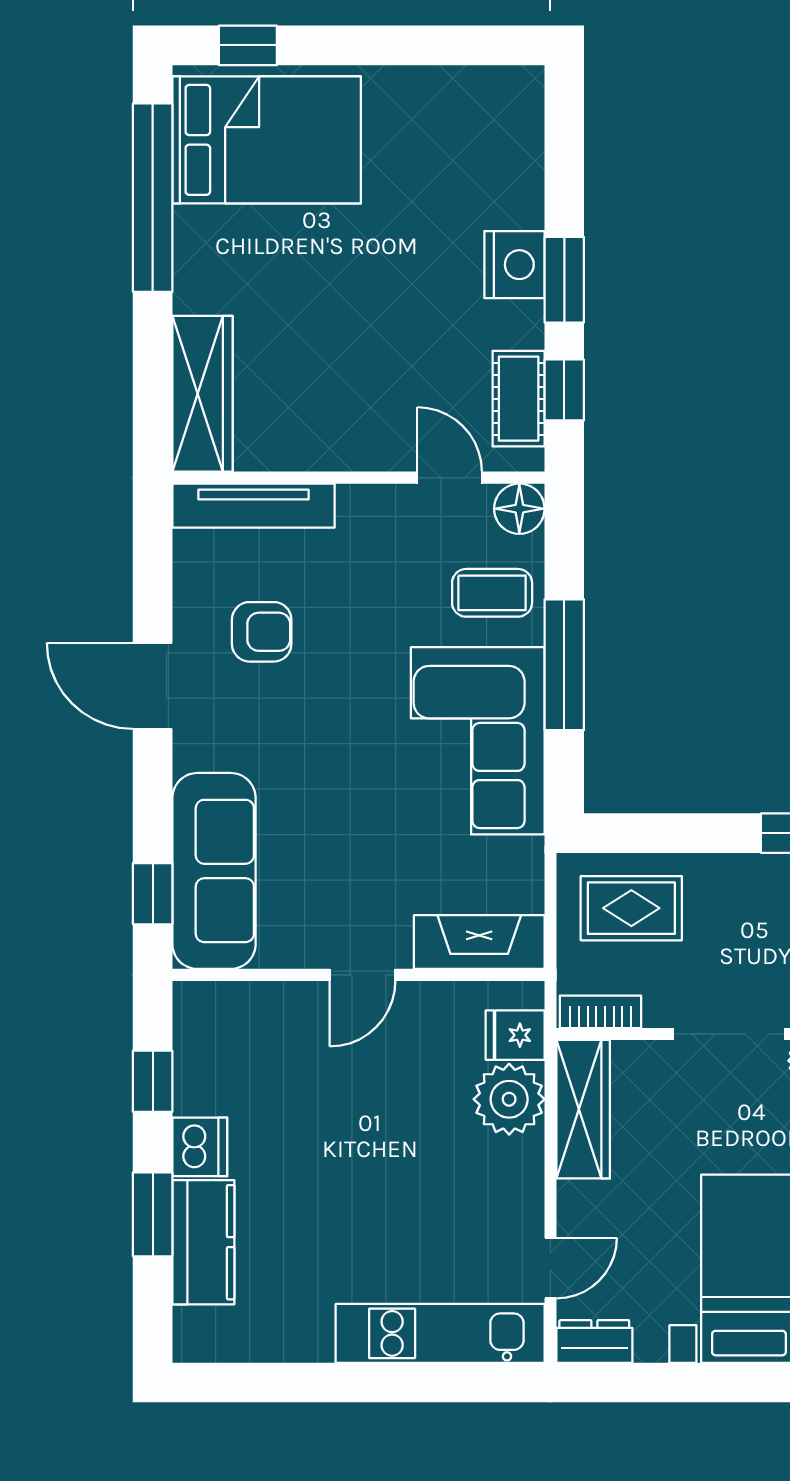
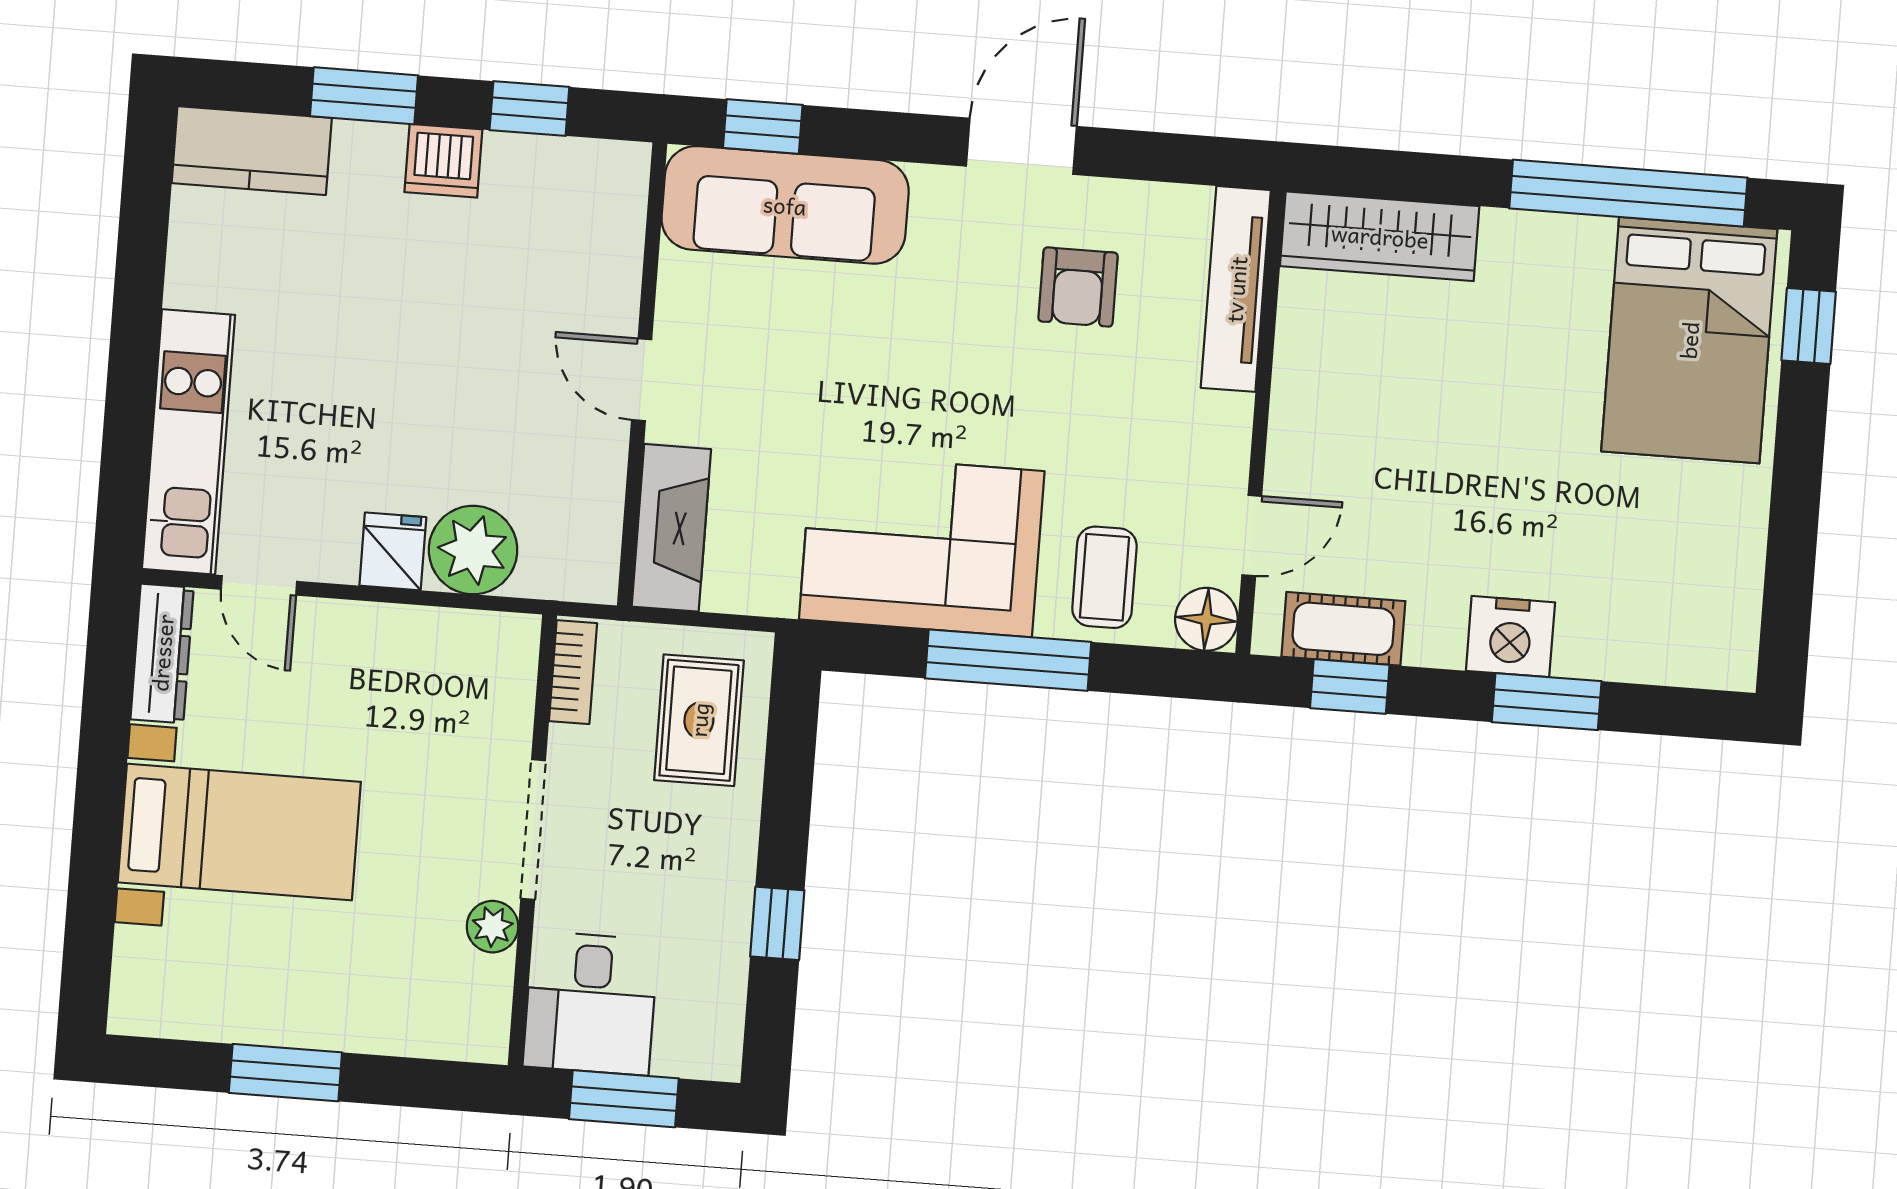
window: (564, 280) -> (1547, 702), moved
fridge: (515, 1035) -> (393, 551), moved
wardrobe: (583, 1109) -> (454, 641), removed
kitchen counter: (203, 1242) -> (252, 151), moved
dresser: (594, 1341) -> (162, 653), width x1.44

